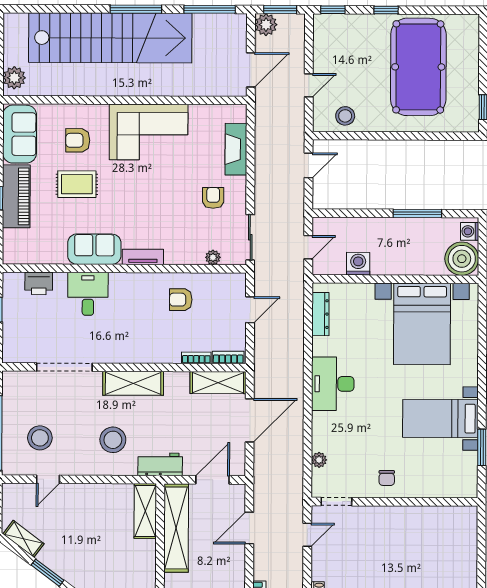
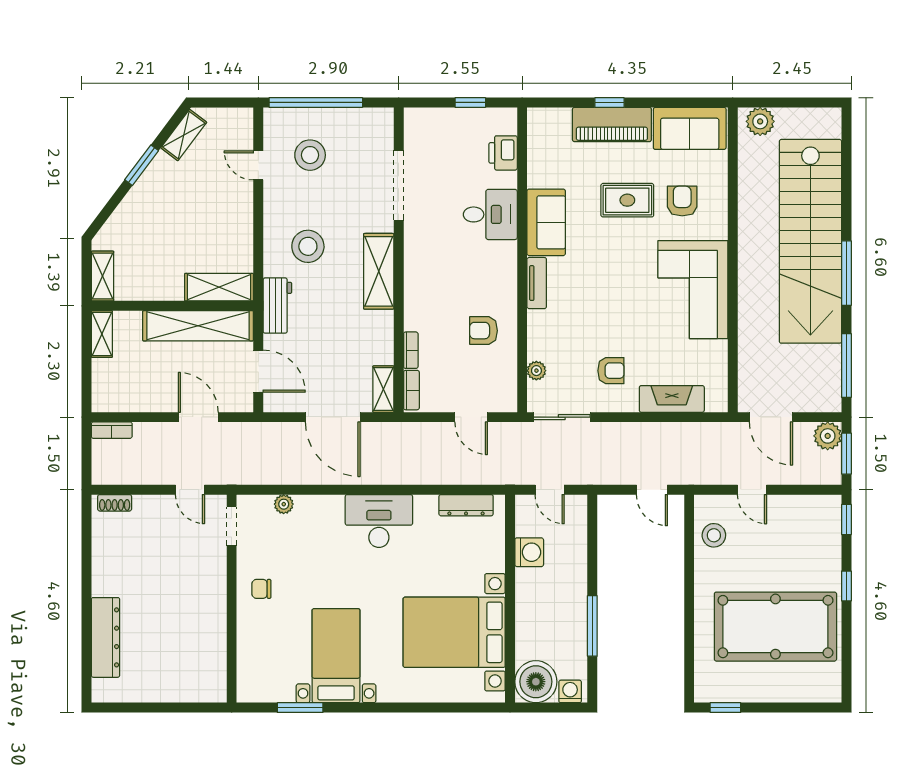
rug: (77, 184) -> (627, 200), turned 90
armchair: (181, 300) -> (483, 331), turned -90
shelving: (218, 383) -> (383, 389), width x0.67, depth x0.75

